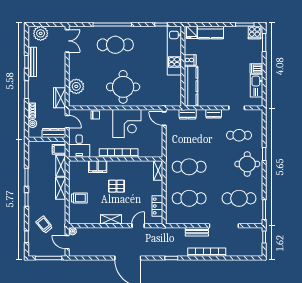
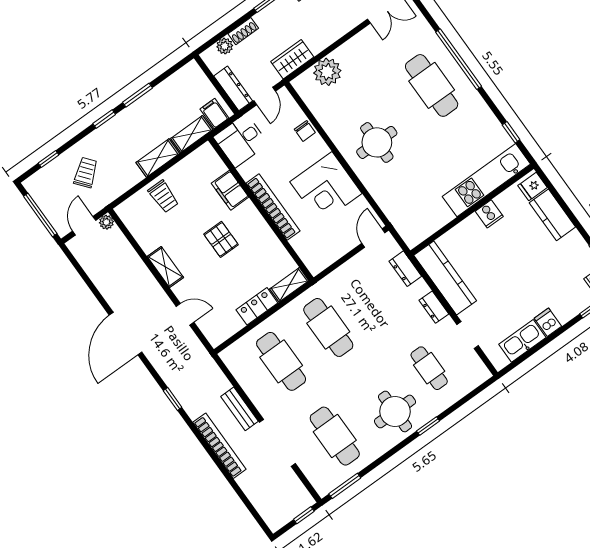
kitchen counter: (191, 86) -> (445, 278), moved, turned -90
round table: (123, 87) -> (377, 142), width x0.73, depth x0.73
locker: (157, 206) -> (257, 306), moved

